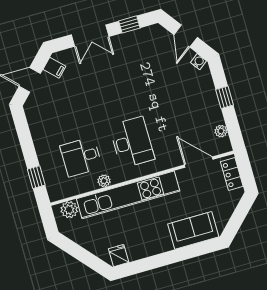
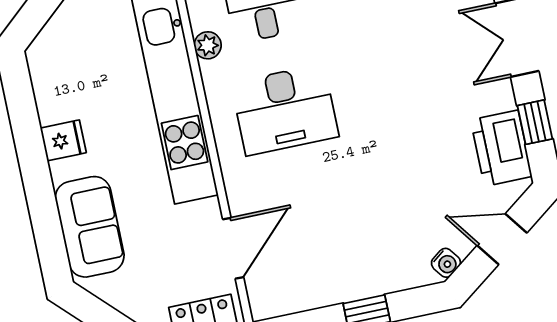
printer: (143, 39) -> (501, 148), added
plant: (221, 131) -> (295, 300), removed
fridge: (119, 256) -> (63, 140), moved

